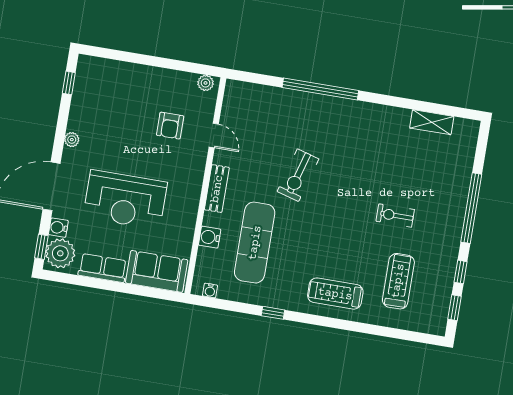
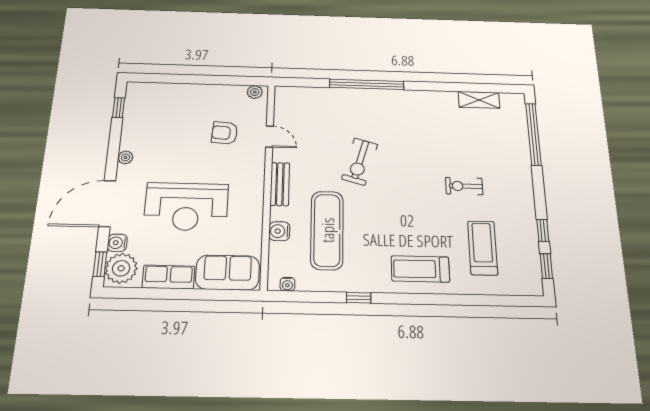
armchair: (170, 126) -> (225, 133), turned 94
window: (471, 208) -> (533, 134), moved

